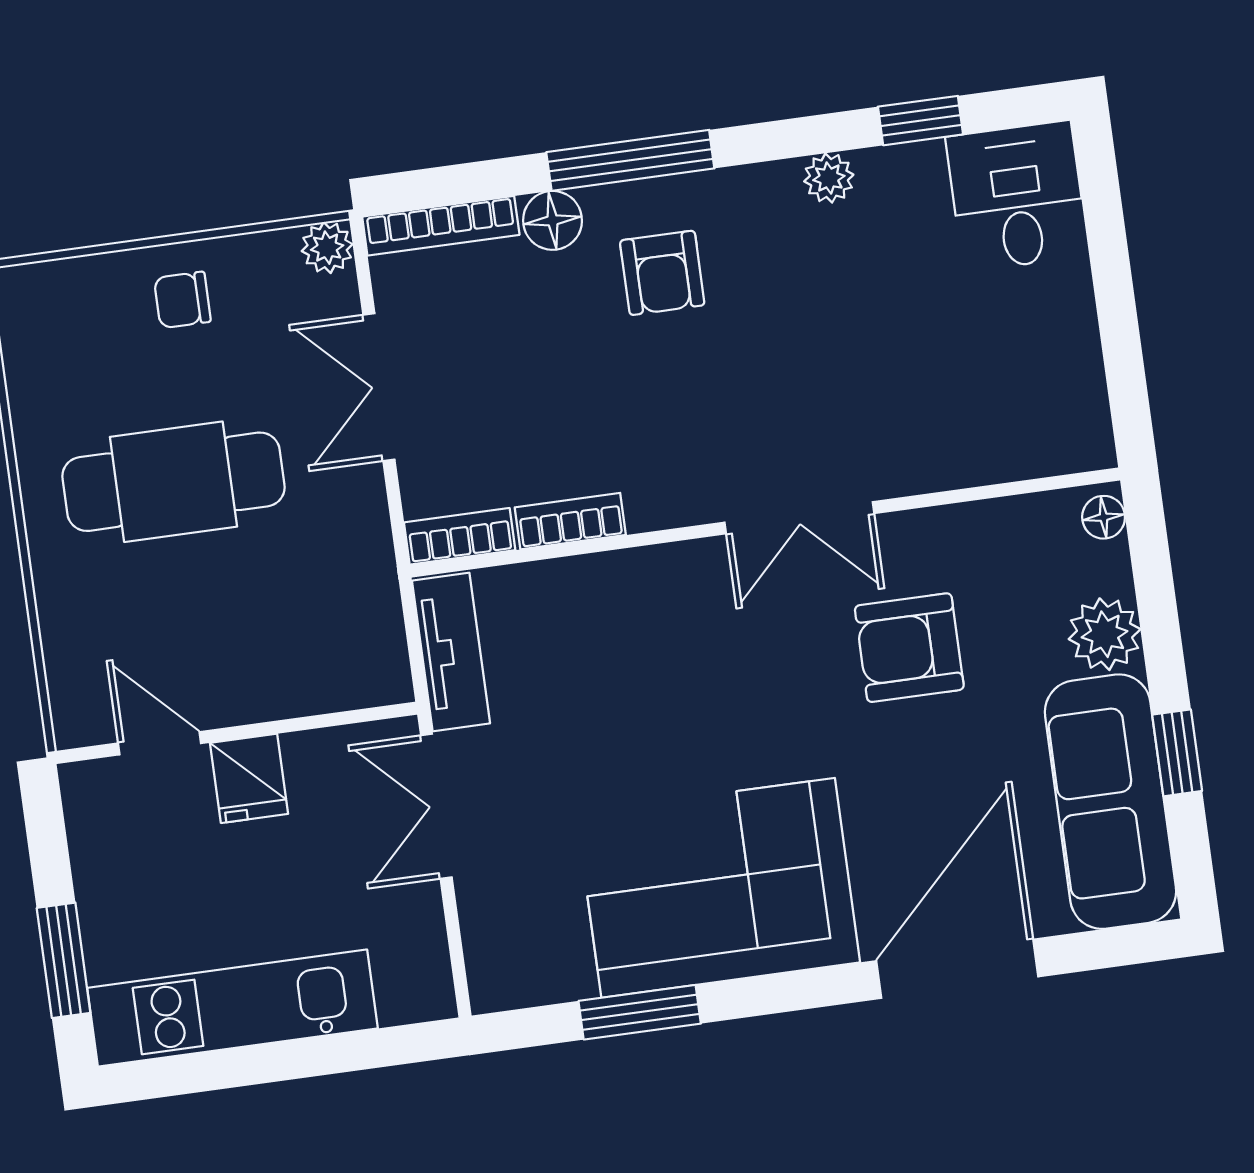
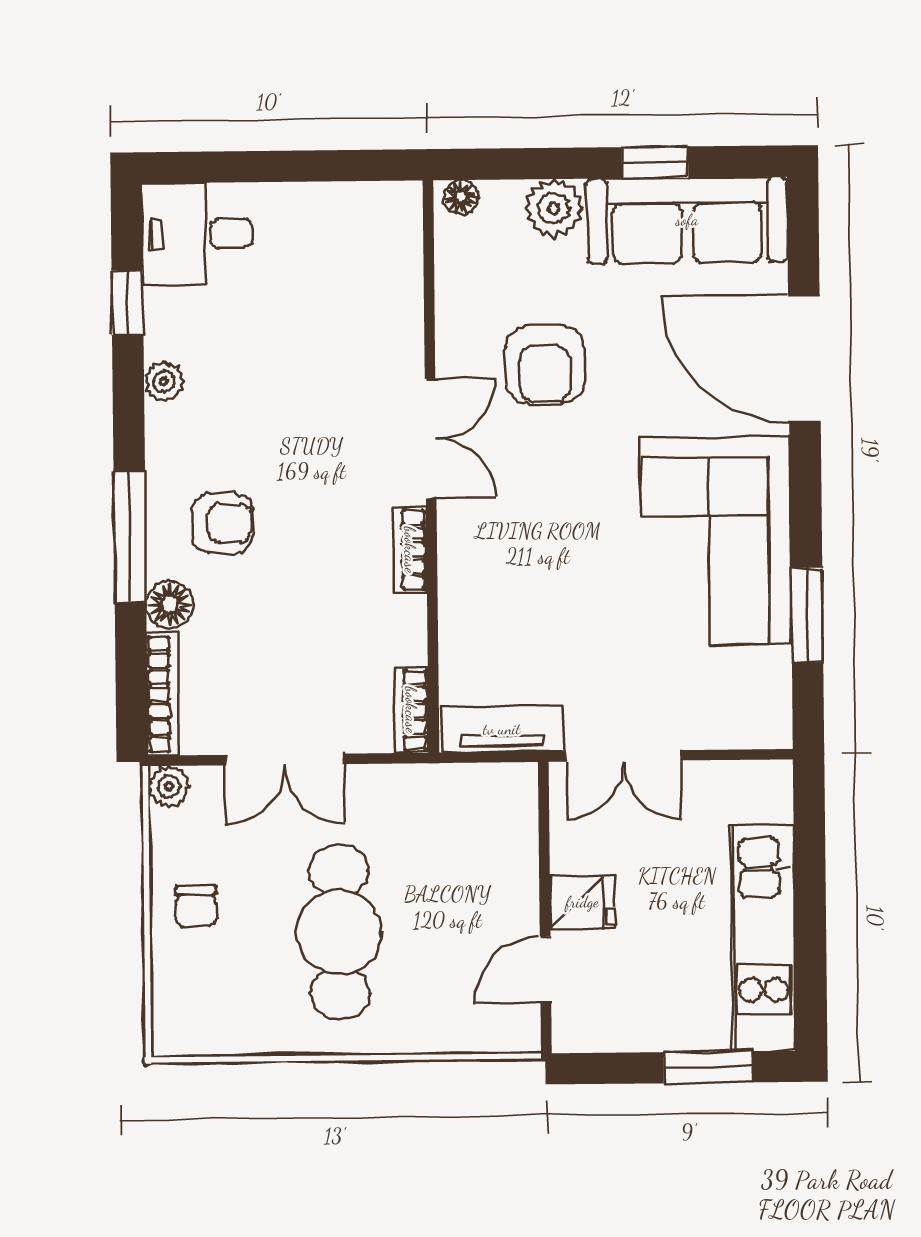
bookcase: (570, 521) -> (410, 550), moved

